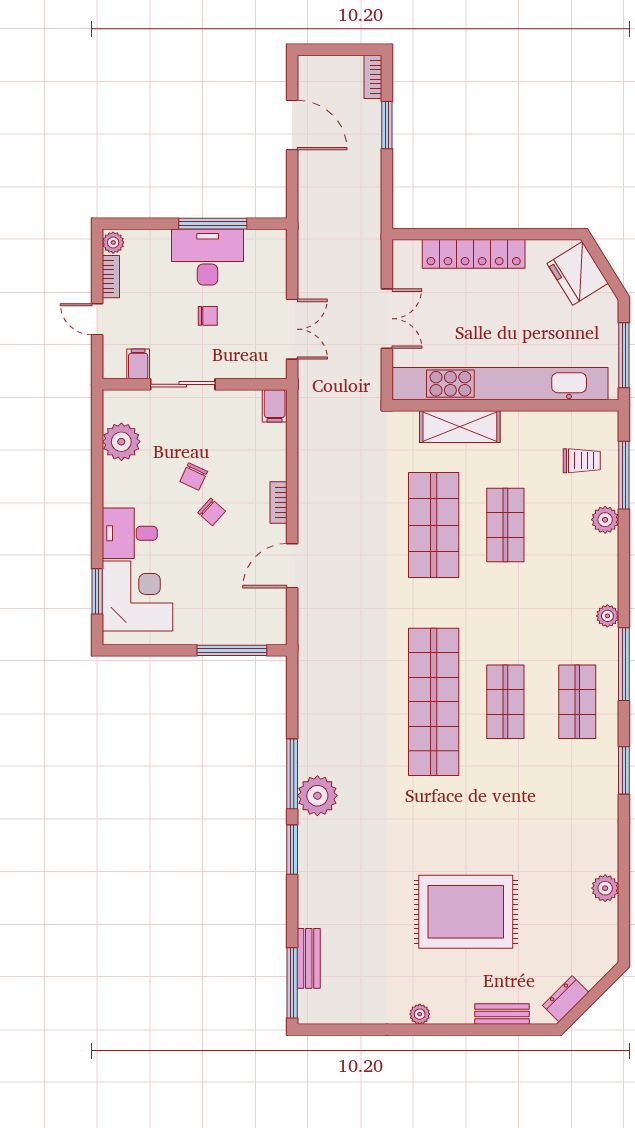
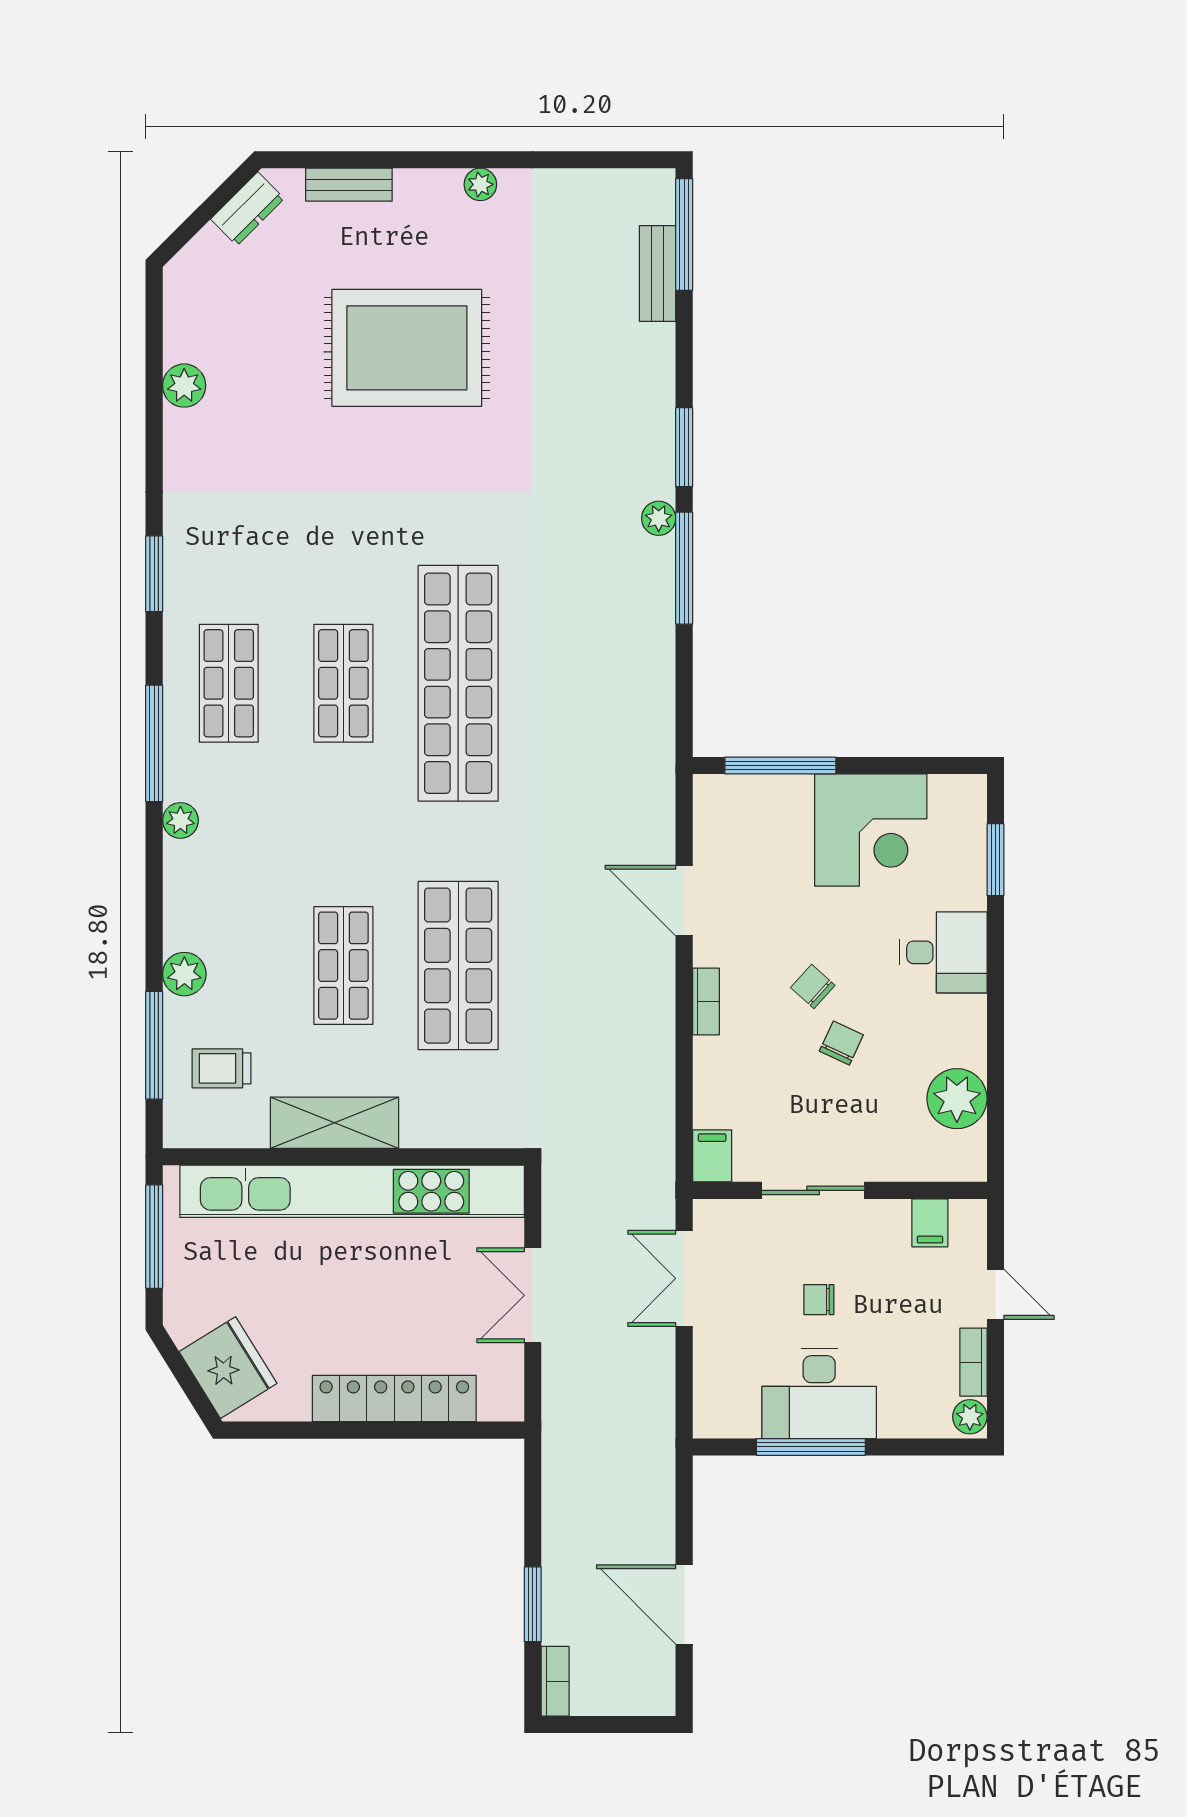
sliding door: (183, 384) -> (813, 1190), moved
shelving: (460, 427) -> (334, 1123), moved
door: (292, 566) -> (684, 901), swing flipped
corner desk: (138, 596) -> (871, 830), moved, turned -90
plant: (317, 796) -> (659, 518), width x0.53, depth x0.53

